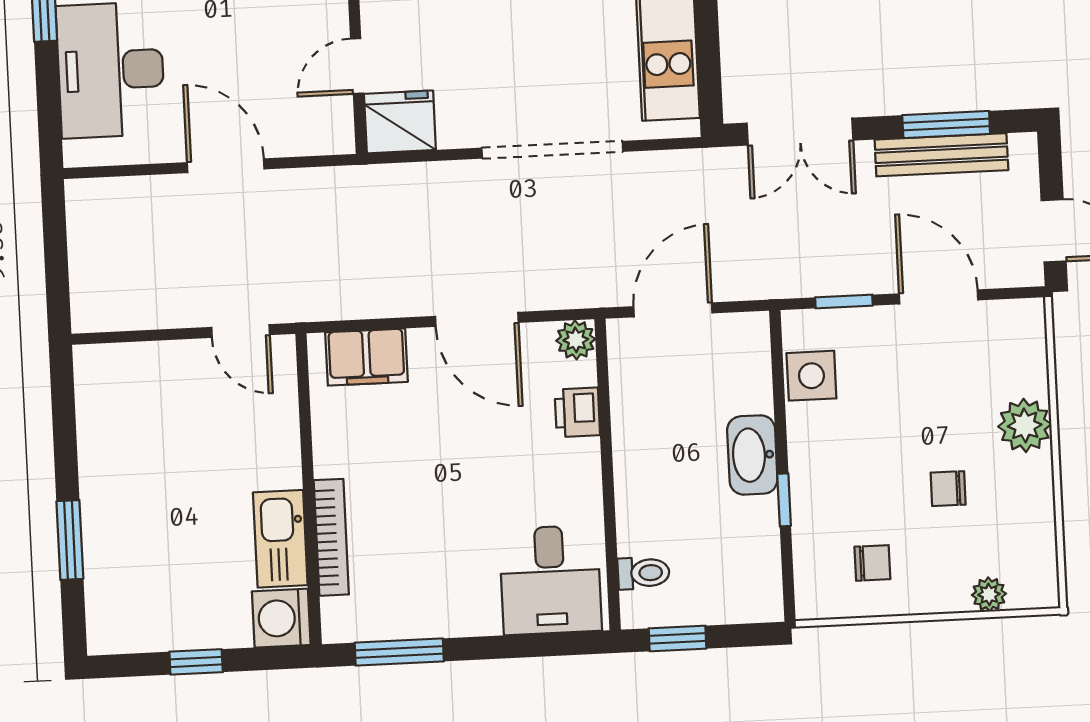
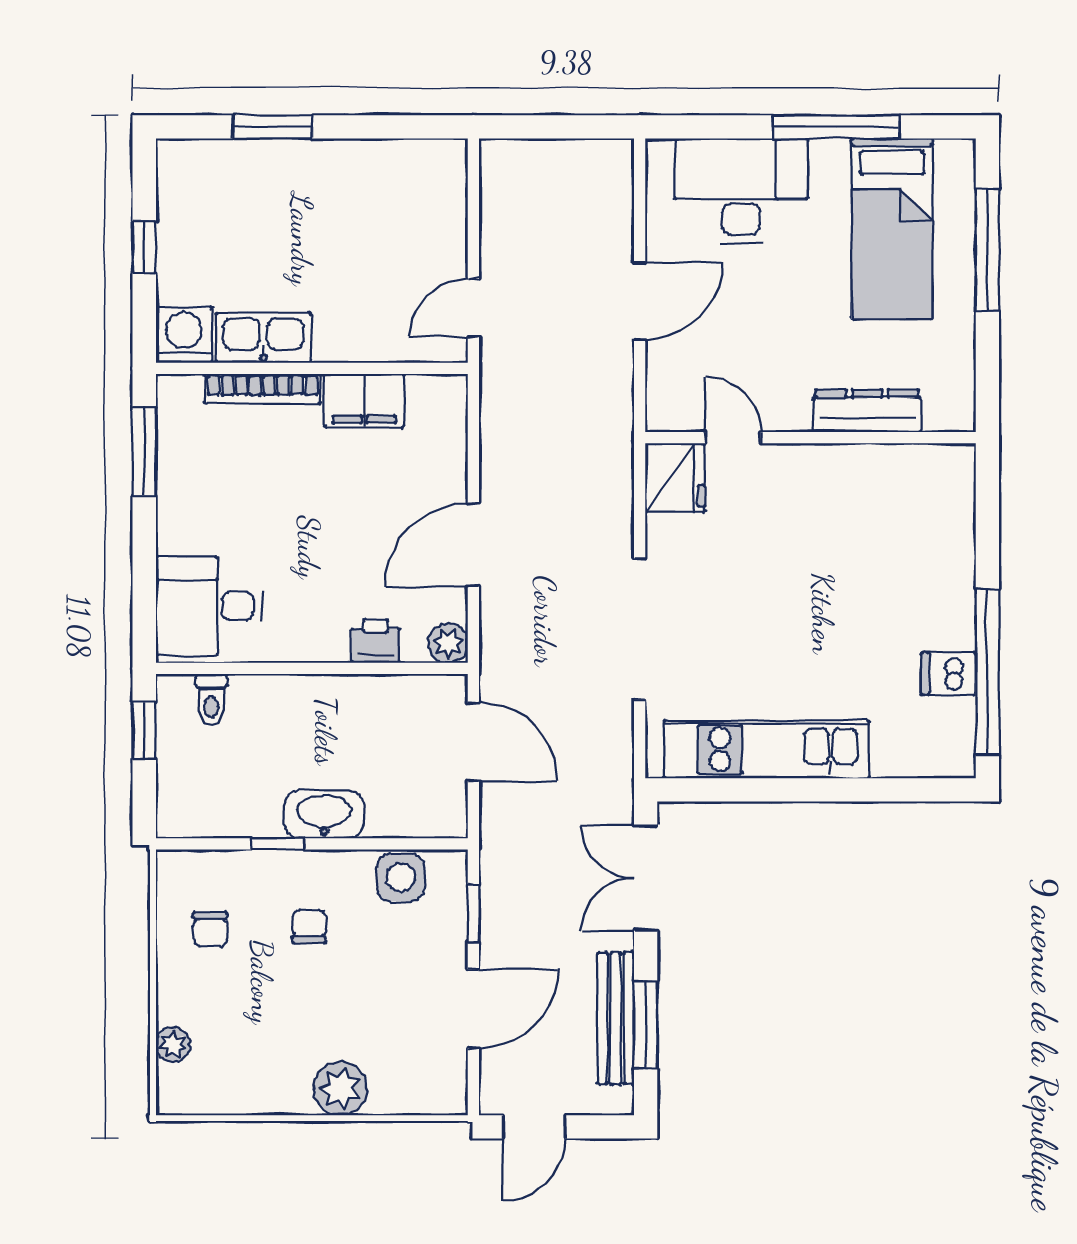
filing cabinet: (366, 357) -> (364, 401), moved, turned -90
chair: (948, 489) -> (309, 926), moved

